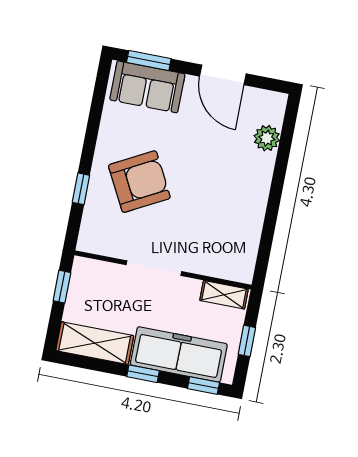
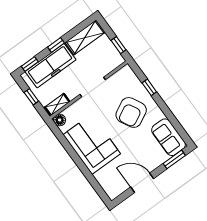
sofa: (147, 87) -> (169, 137), moved, turned -90
plant: (267, 138) -> (102, 177), removed
corner sofa: (235, 195) -> (92, 144), added
floor lamp: (243, 271) -> (60, 120), added

